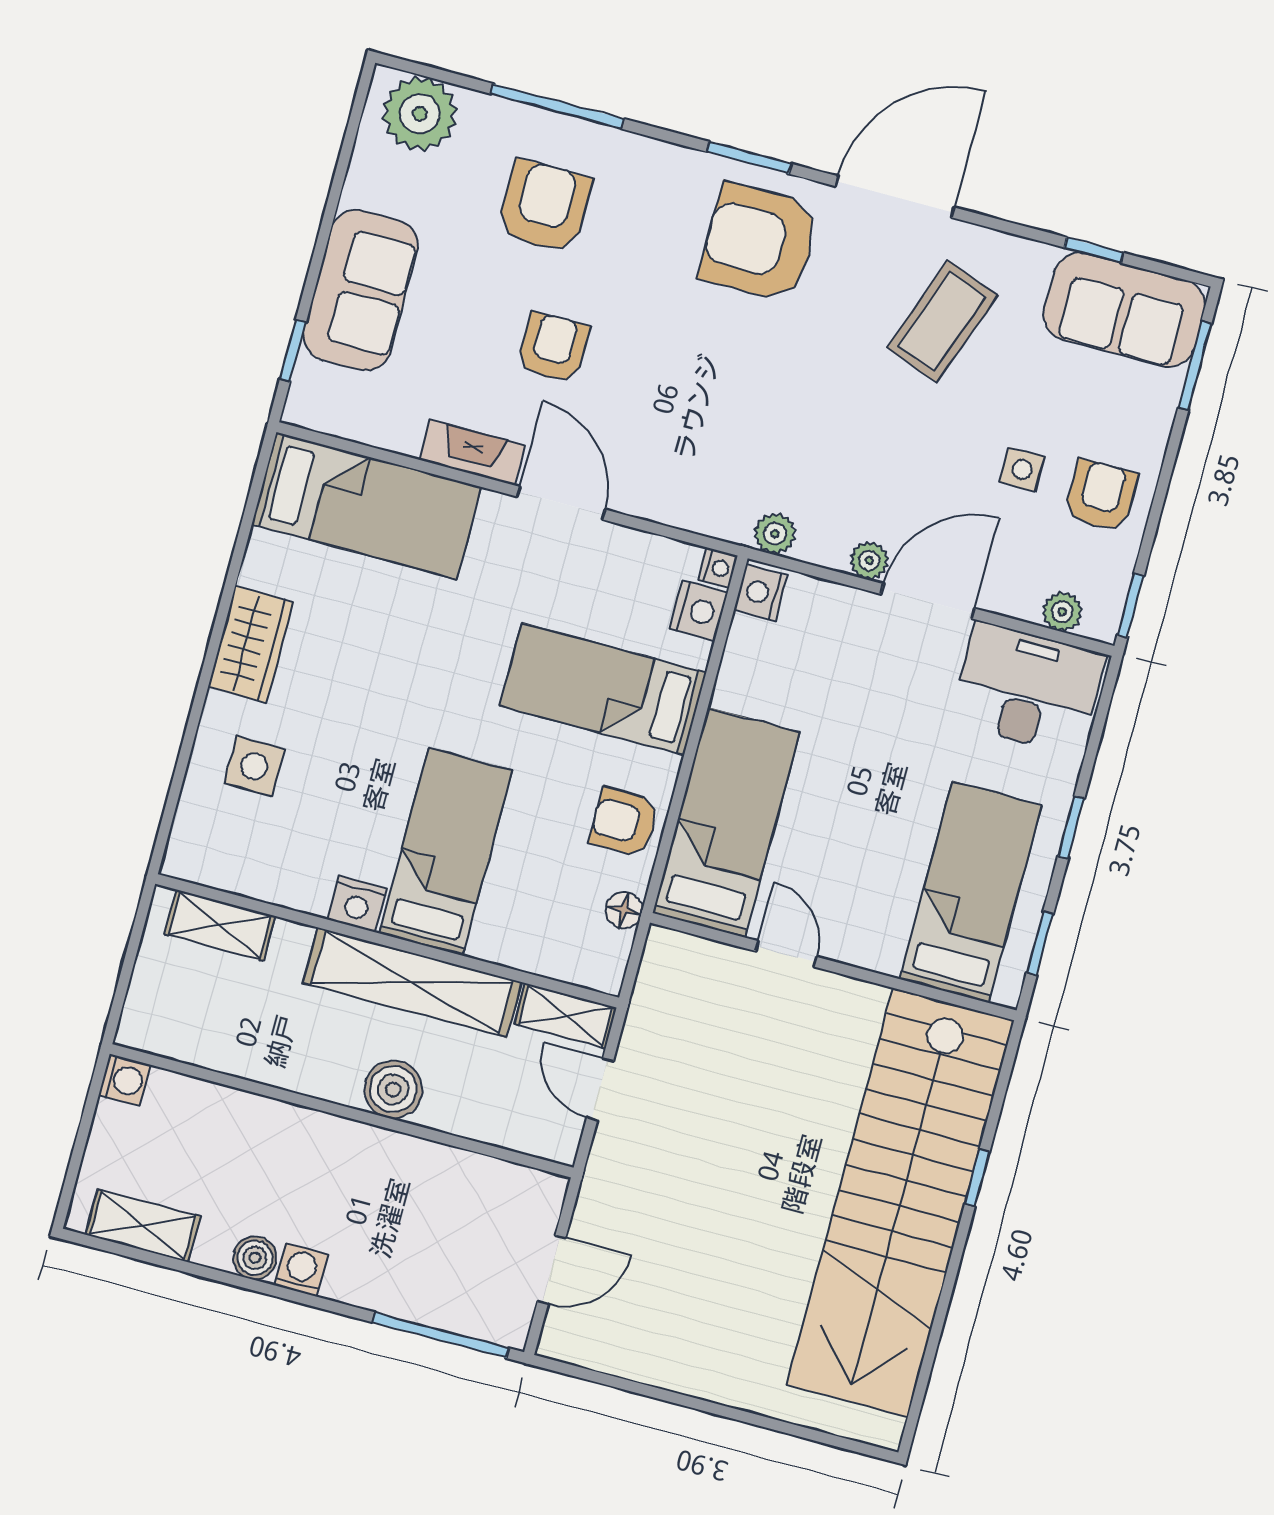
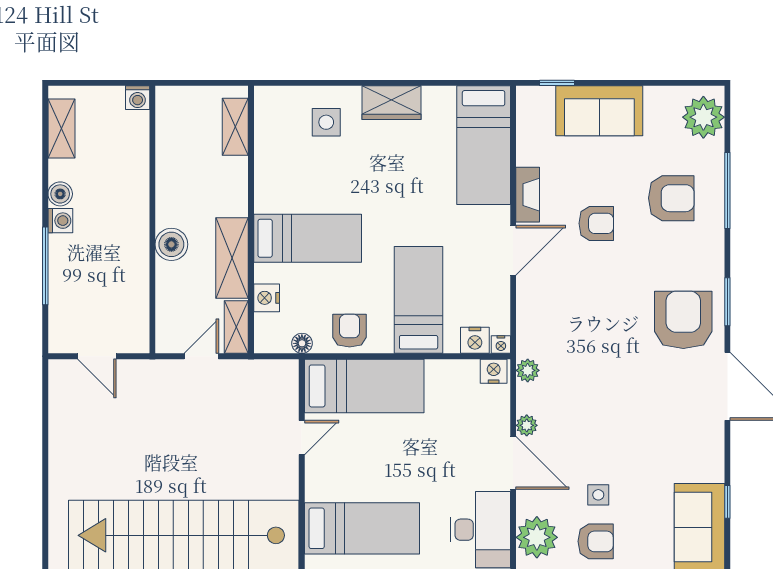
coffee table: (942, 321) -> (667, 430), removed
plant: (1062, 612) -> (537, 537), width x1.88, depth x1.88
nightstand: (357, 904) -> (267, 298), moved
shelving: (412, 982) -> (232, 258), width x0.68
window: (441, 1335) -> (45, 266), moved

